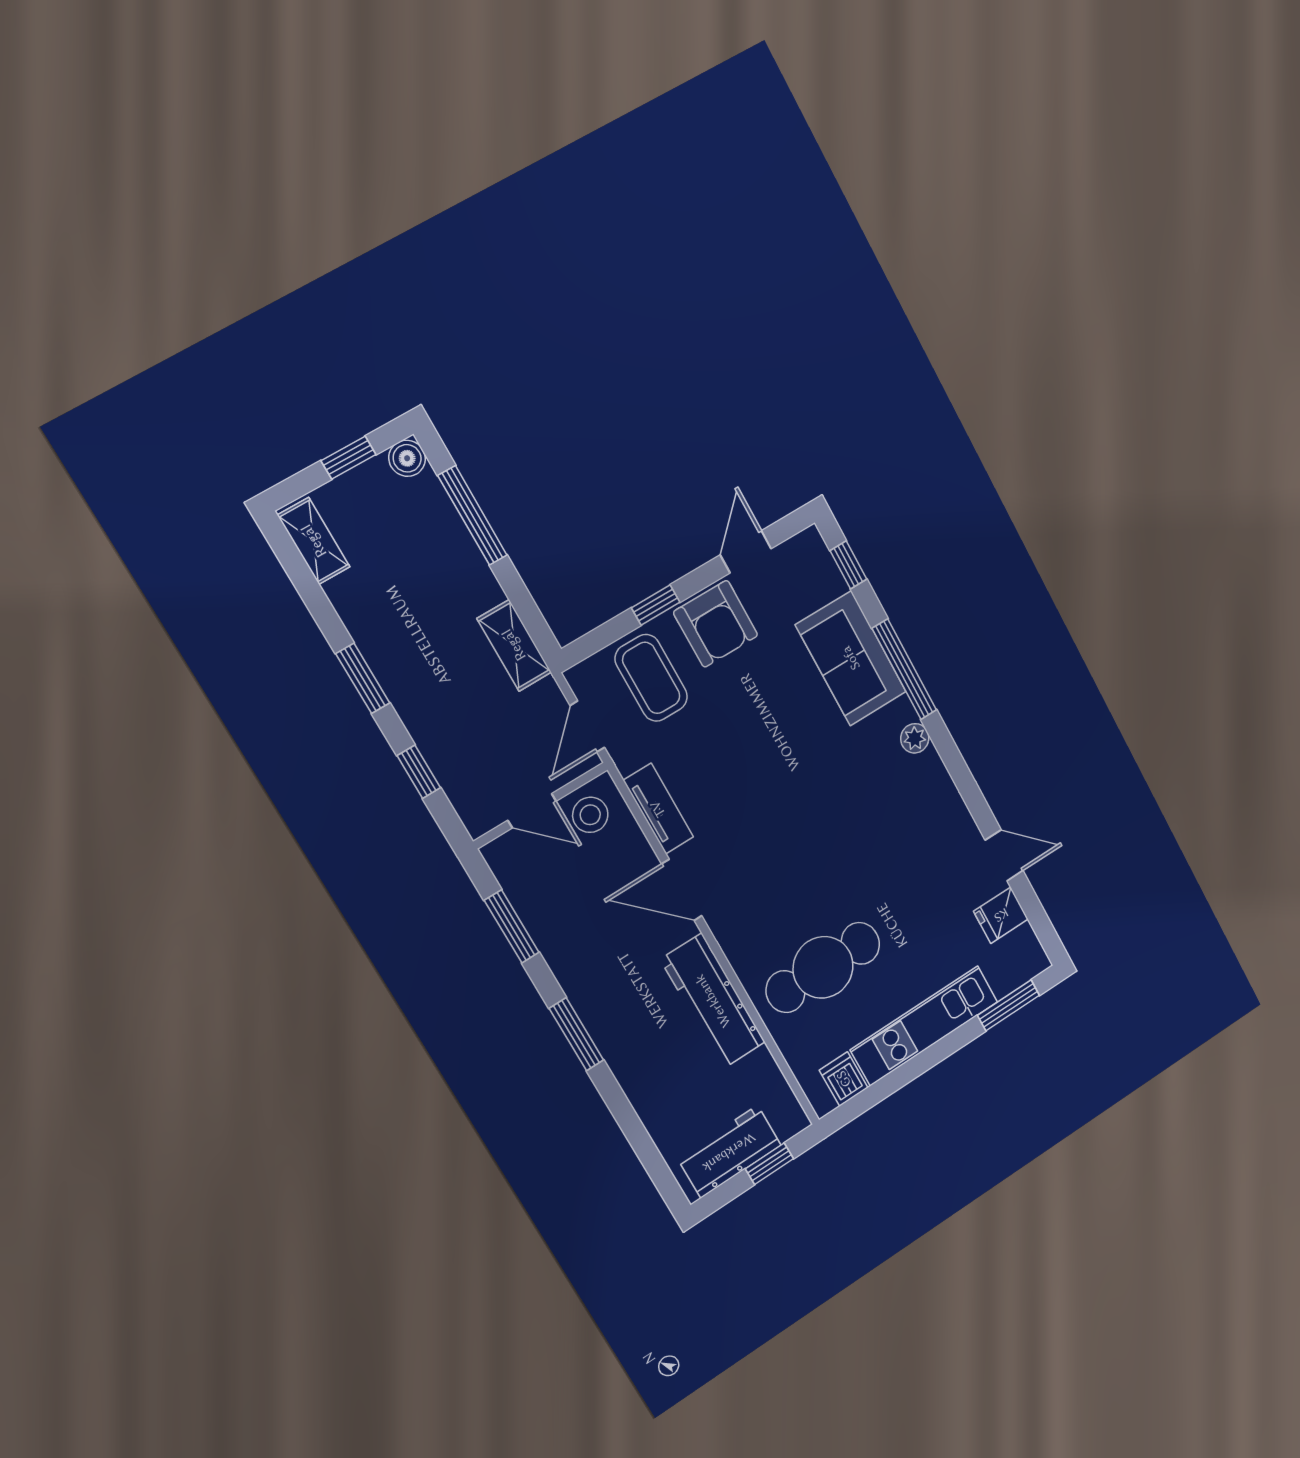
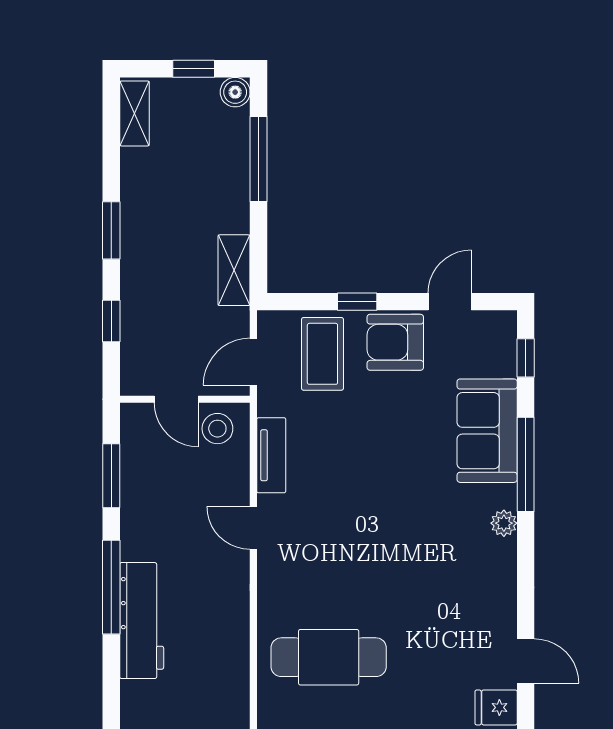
armchair: (716, 624) -> (395, 342), turned 90
door: (682, 890) -> (253, 528), width x0.73
workbench: (713, 1001) -> (142, 621), moved, turned 180
window: (576, 1034) -> (111, 587), width x1.44

